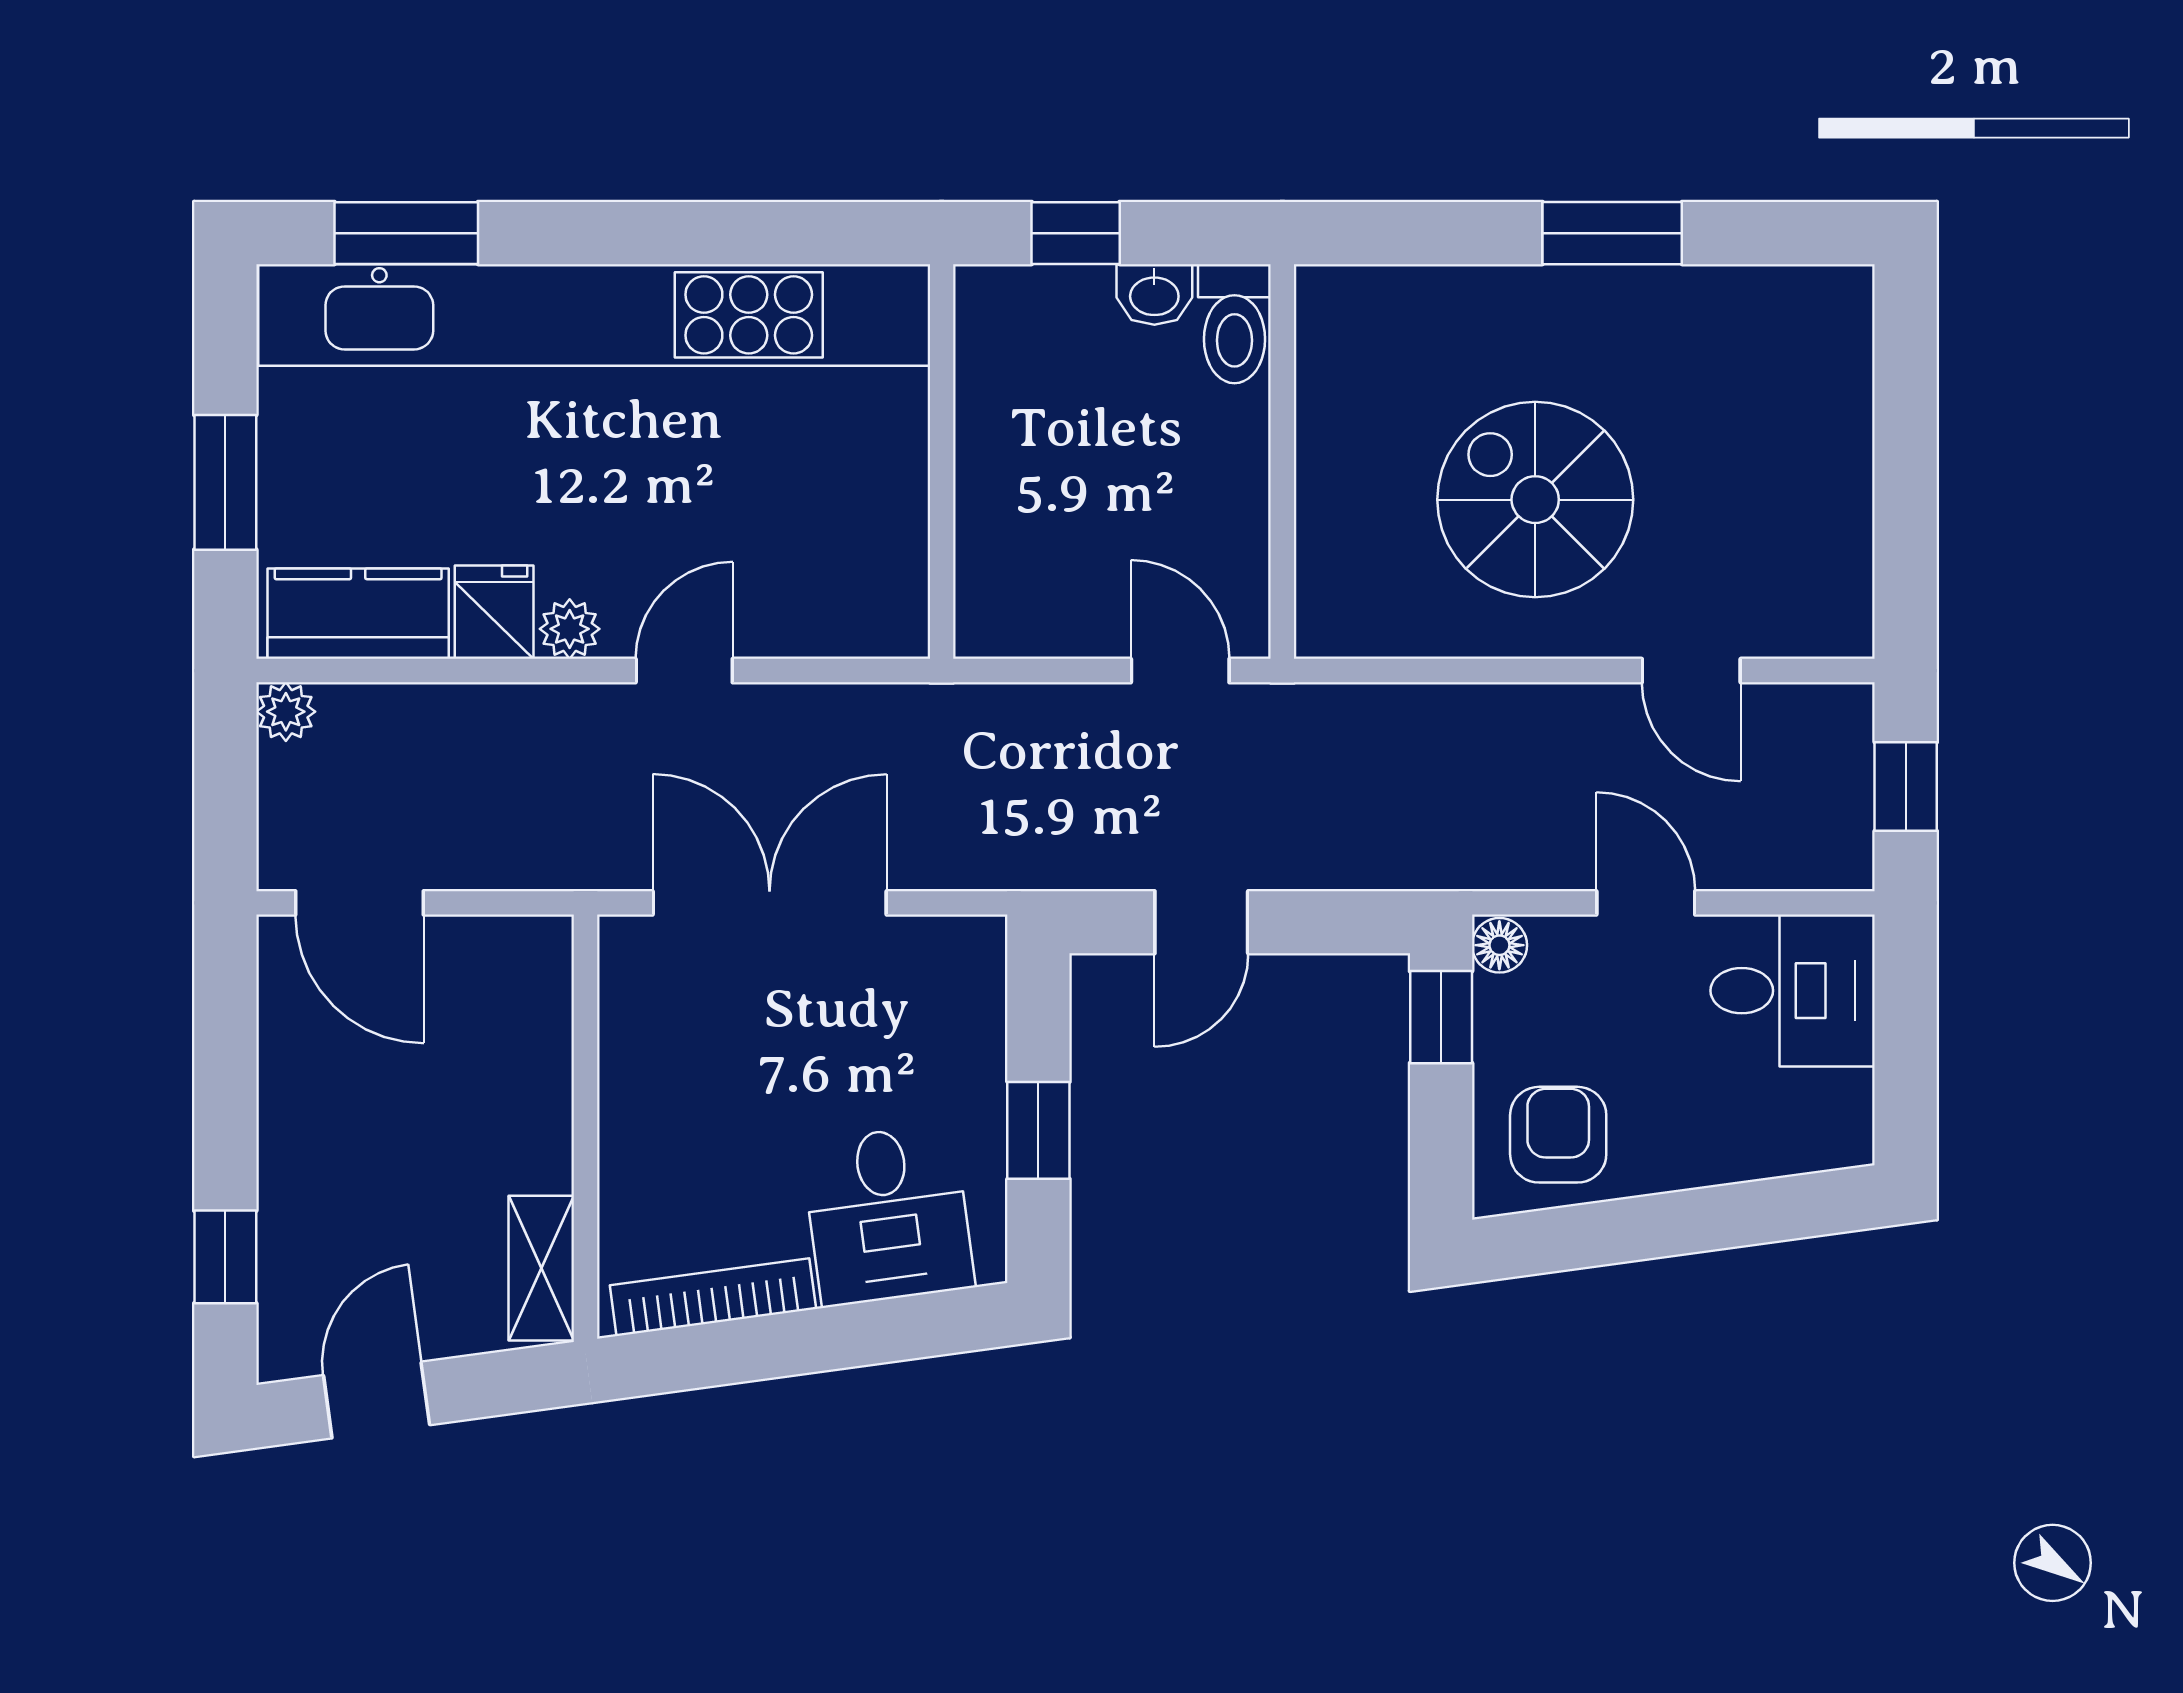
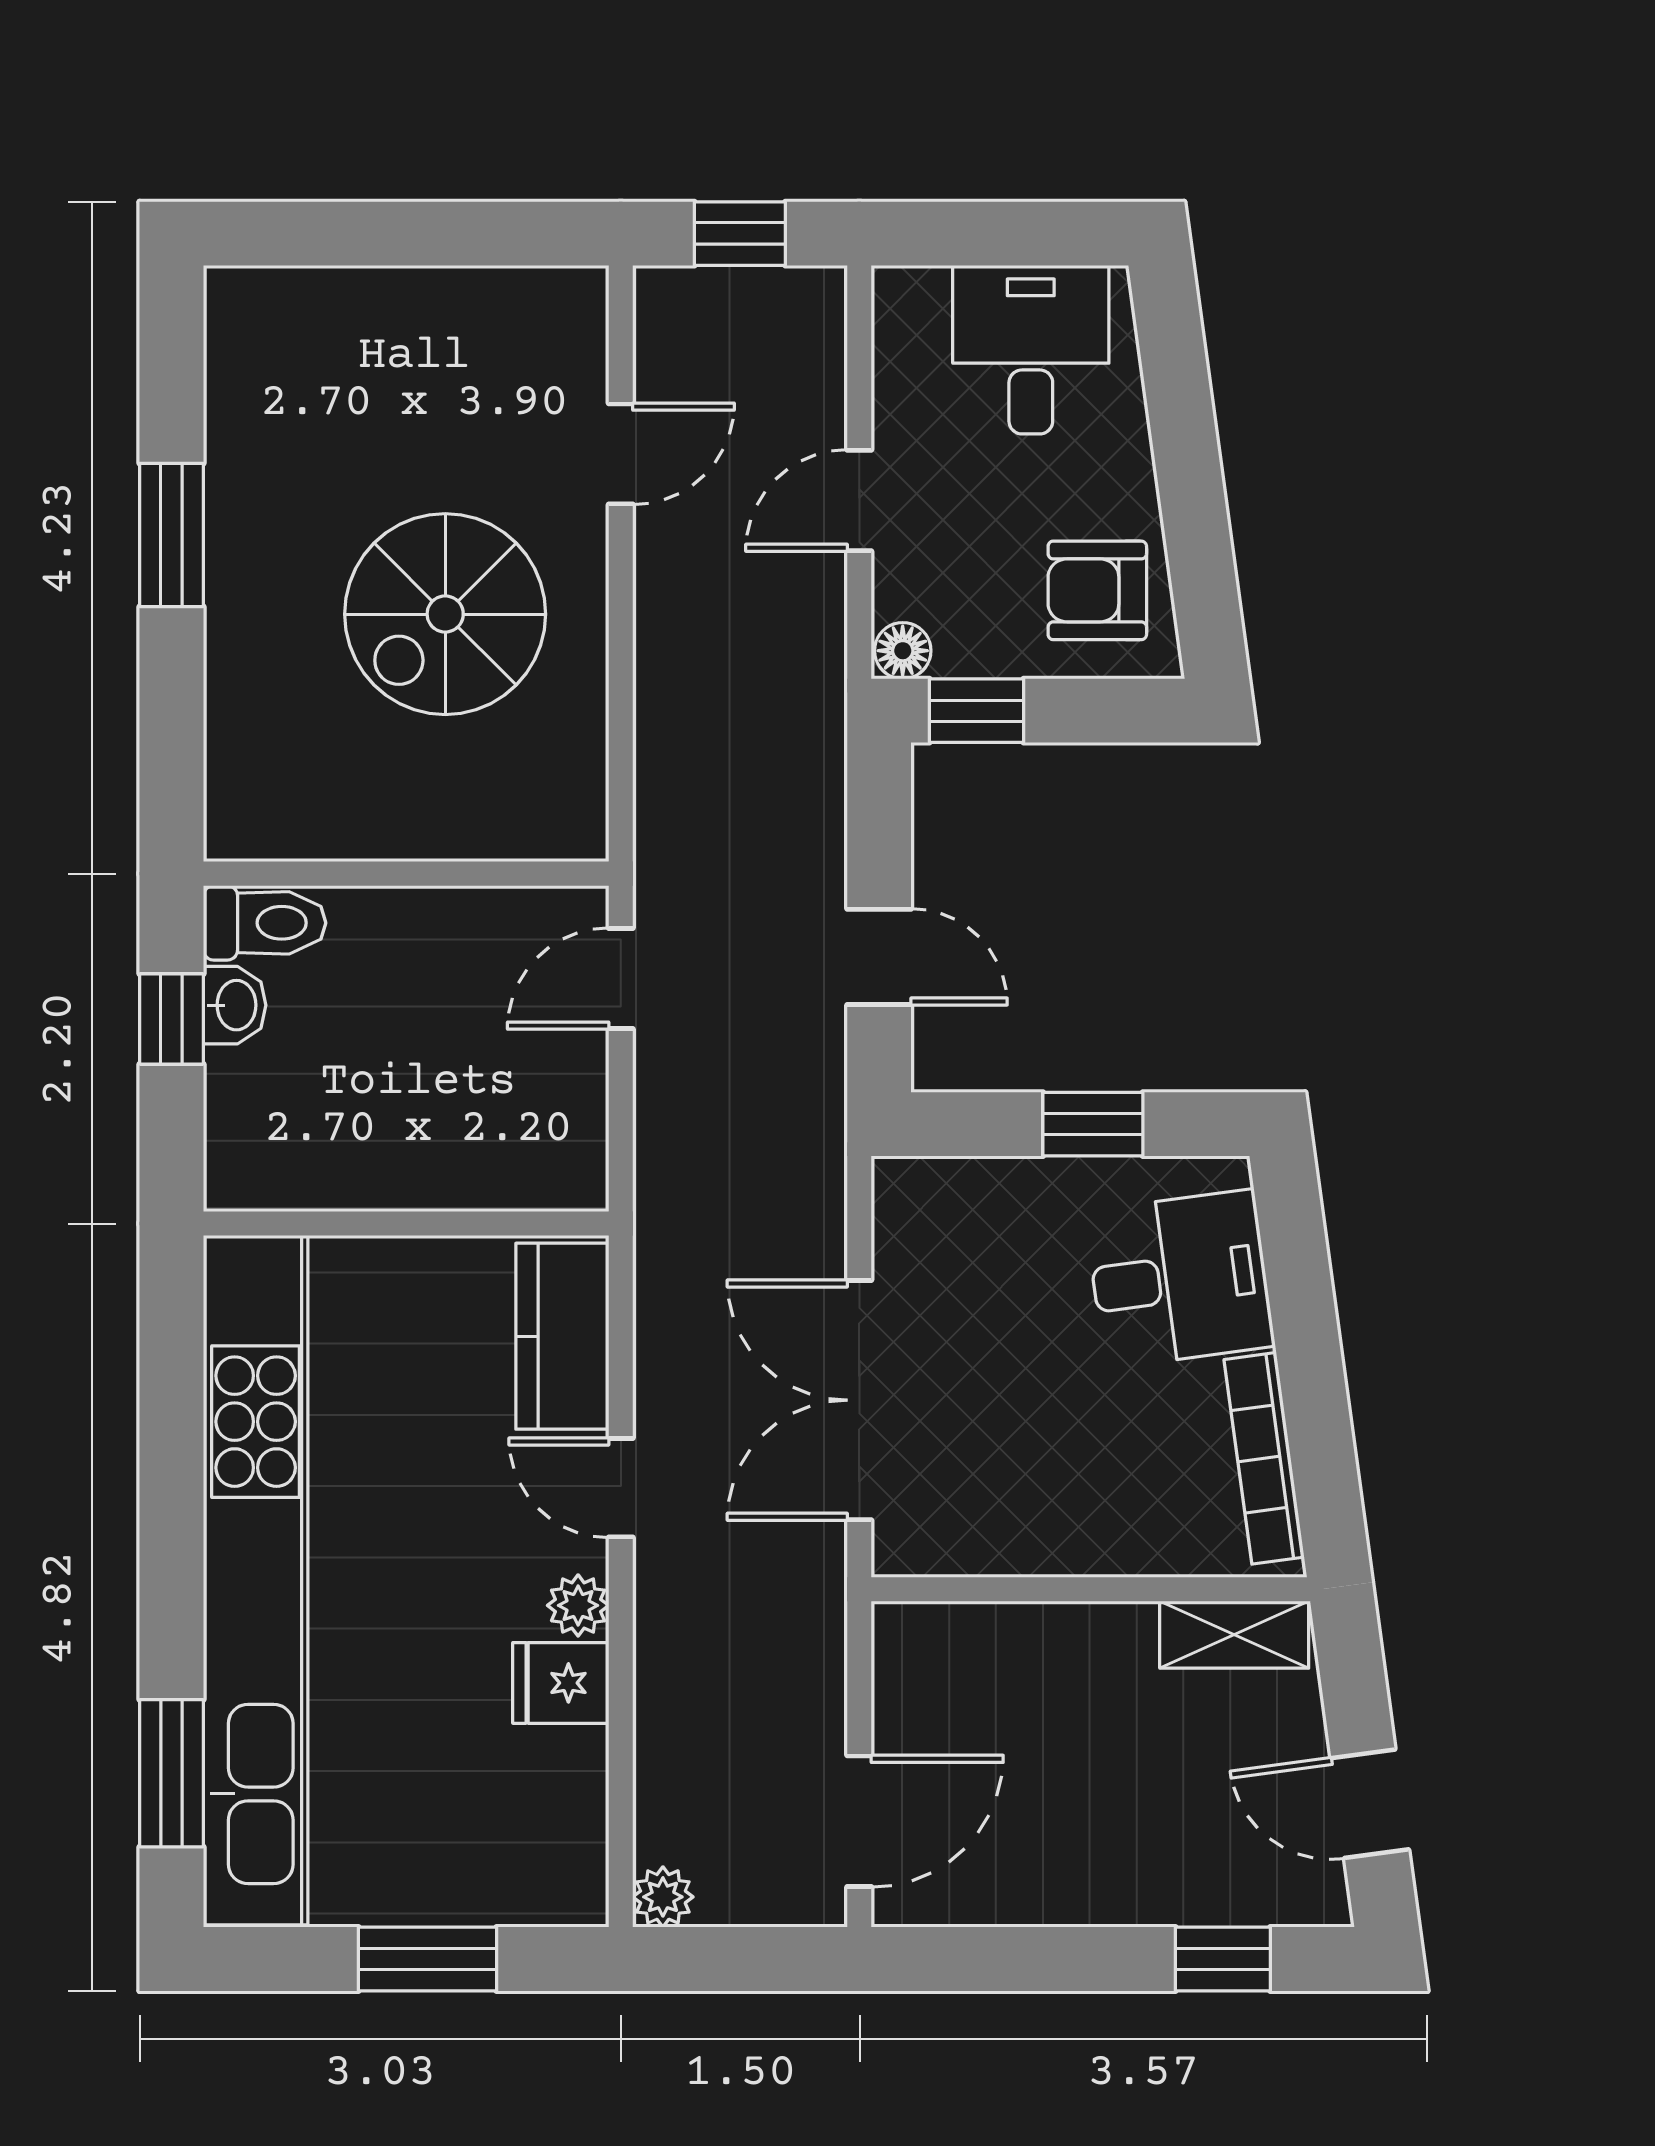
window: (1076, 233) -> (171, 1019), moved
kitchen counter: (358, 614) -> (562, 1336), moved
desk: (1793, 991) -> (1031, 350), moved

